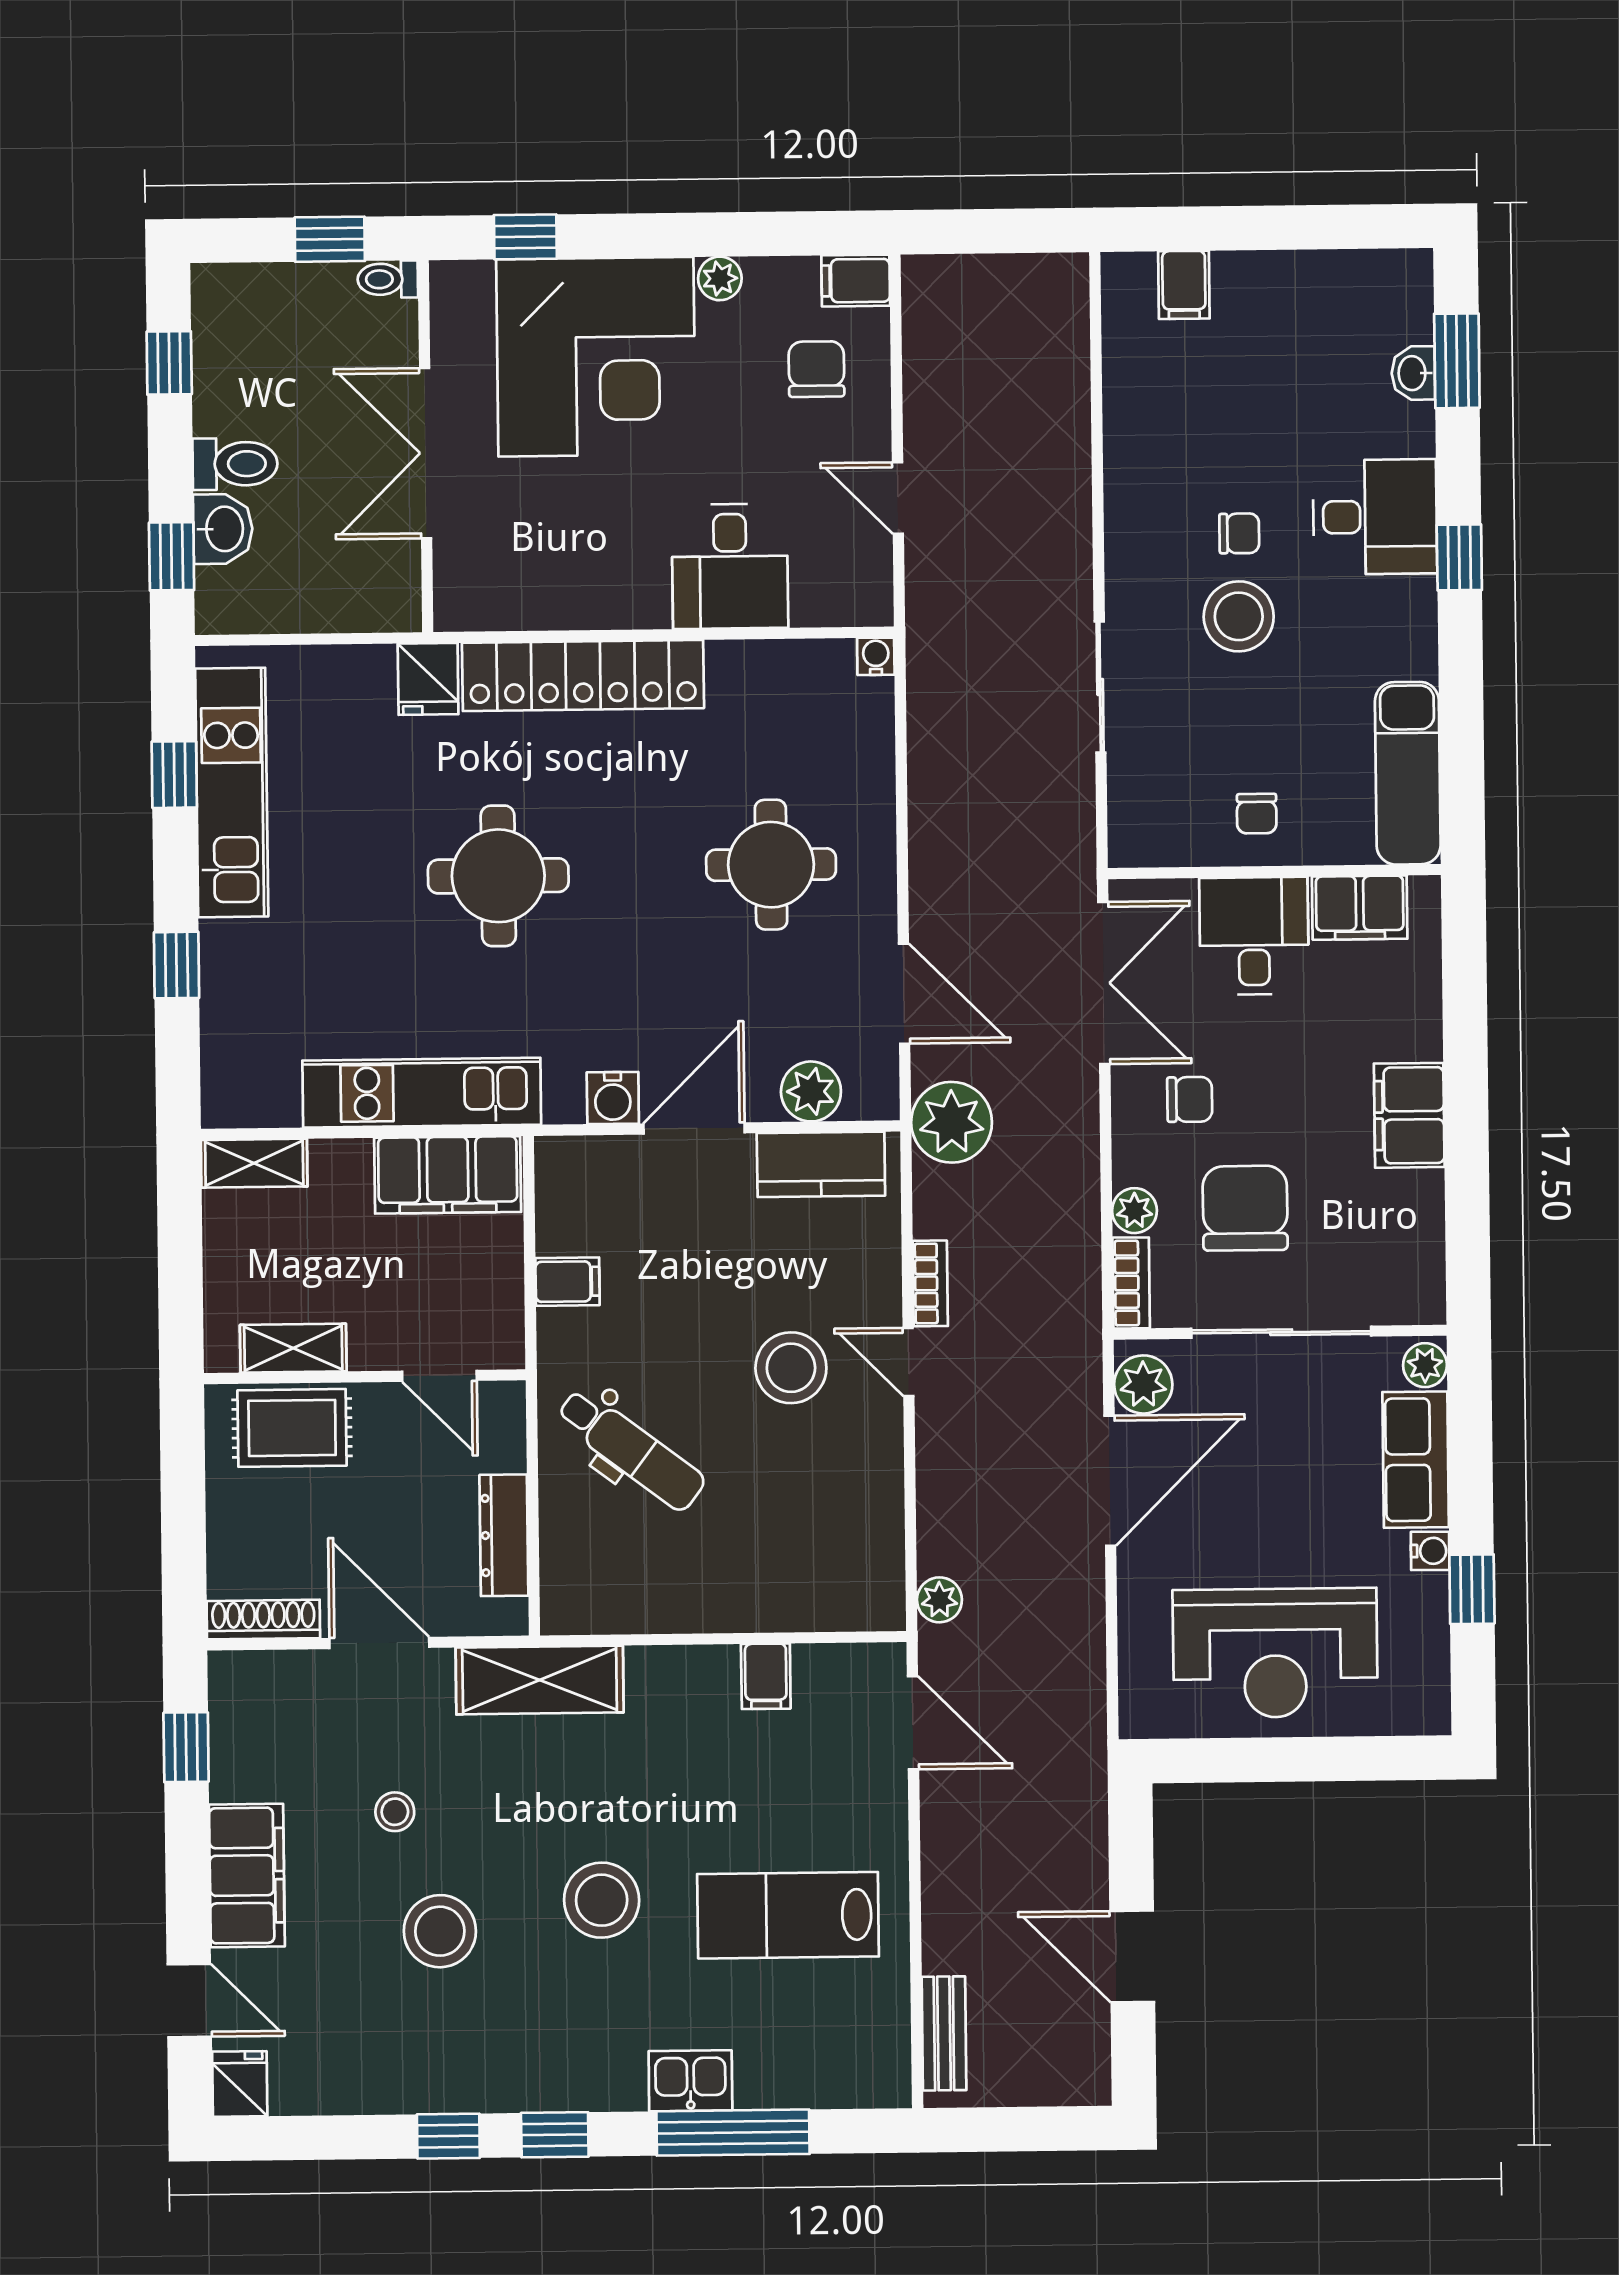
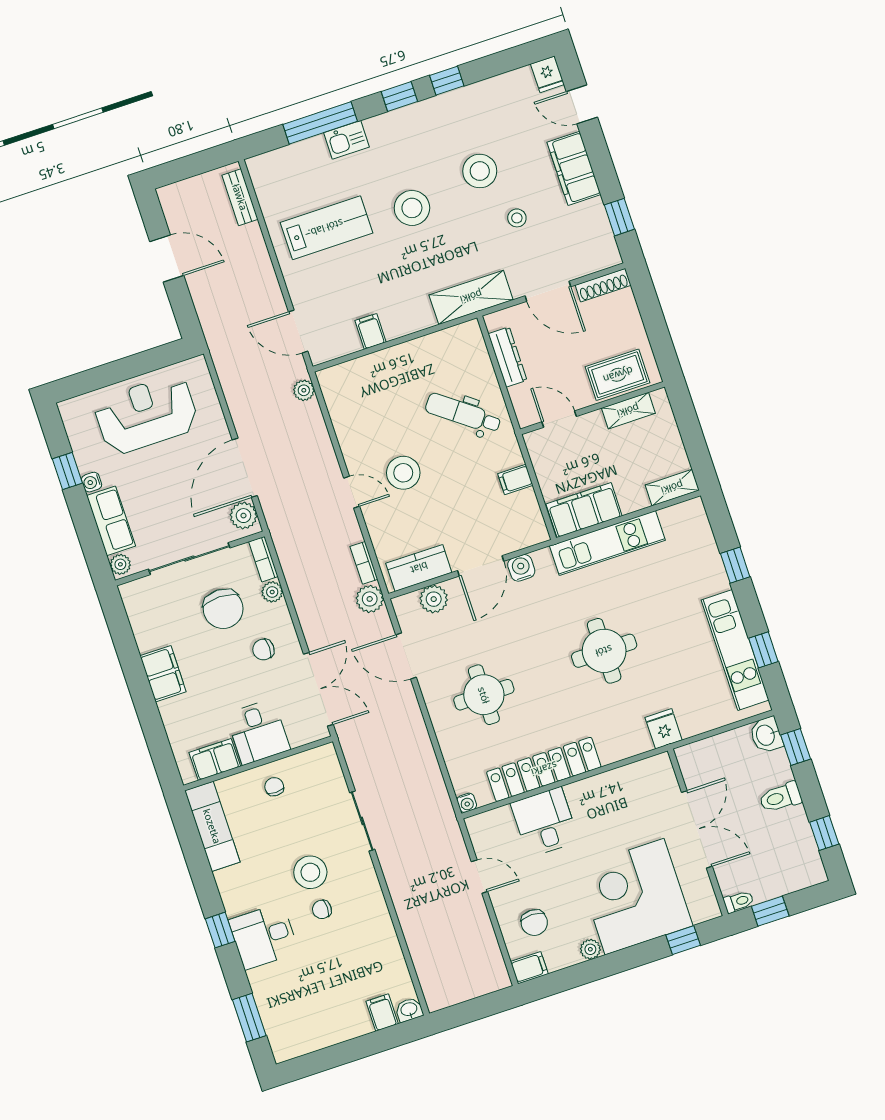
washbasin: (1413, 373) -> (409, 1010), moved, turned -90
washbasin: (223, 529) -> (766, 735), moved
locker: (583, 675) -> (544, 769), moved
double door: (1104, 983) -> (318, 689), swing flipped
plant: (952, 1122) -> (370, 599), width x0.73, depth x0.73
bookcase: (930, 1283) -> (364, 563), moved

